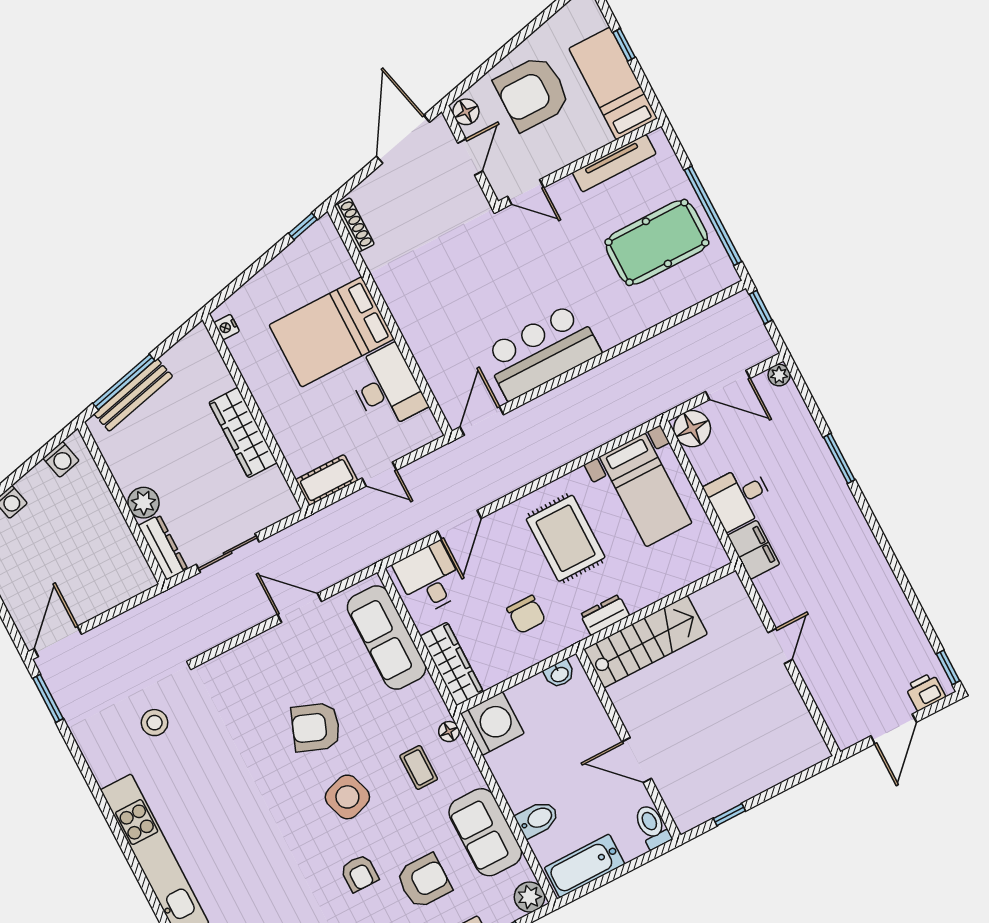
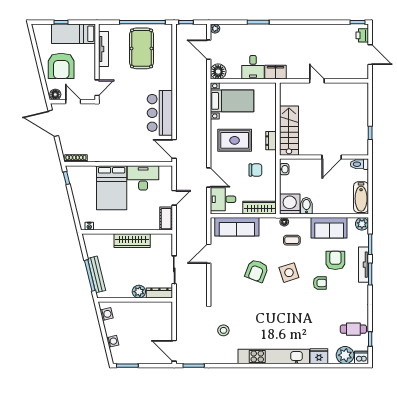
door: (728, 385) -> (209, 50), swing flipped
bidet: (537, 819) -> (306, 206), moved

